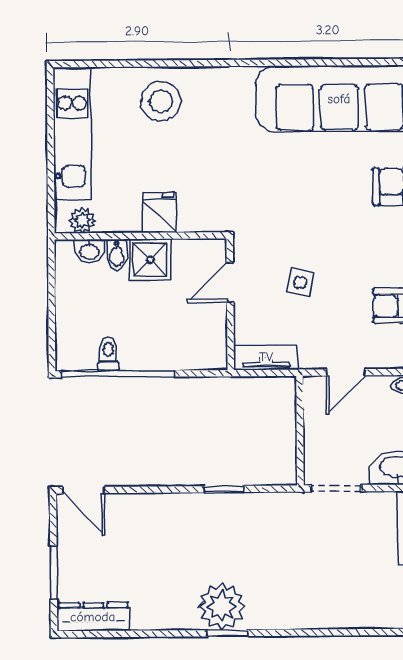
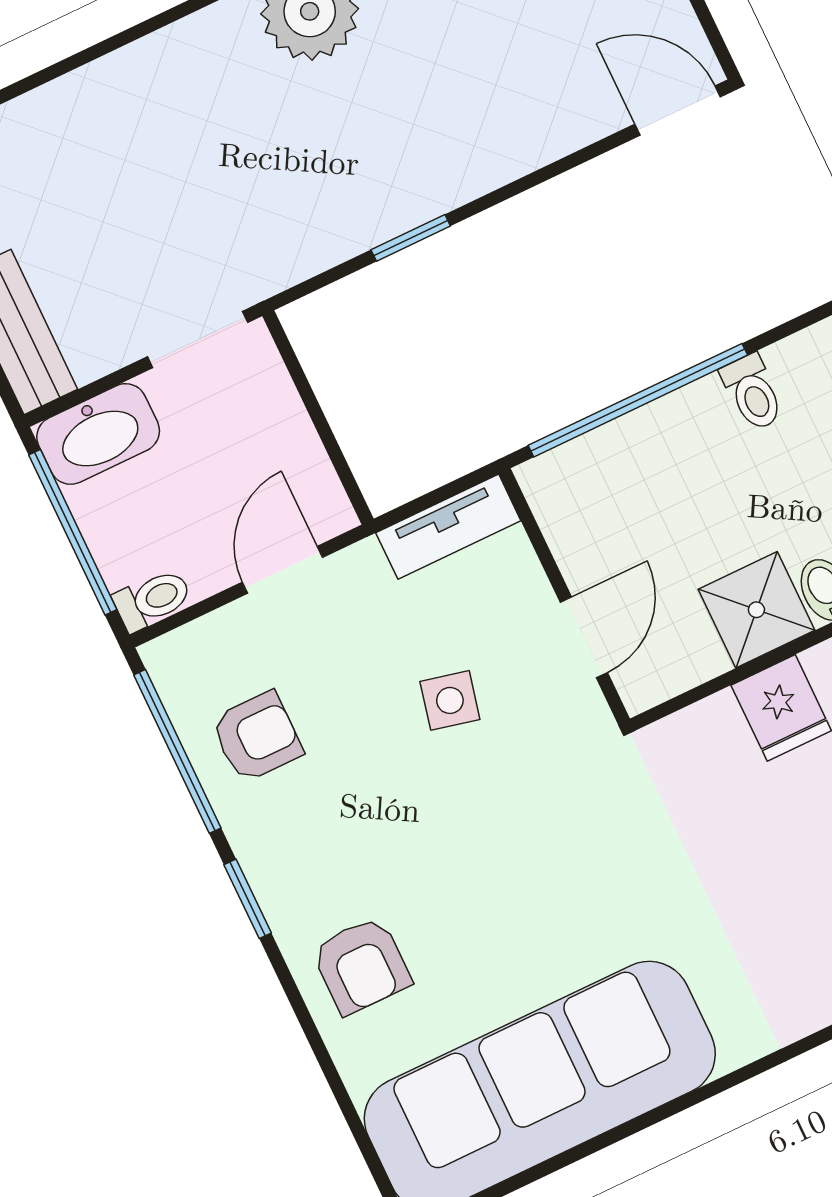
window: (118, 374) -> (638, 400), moved

